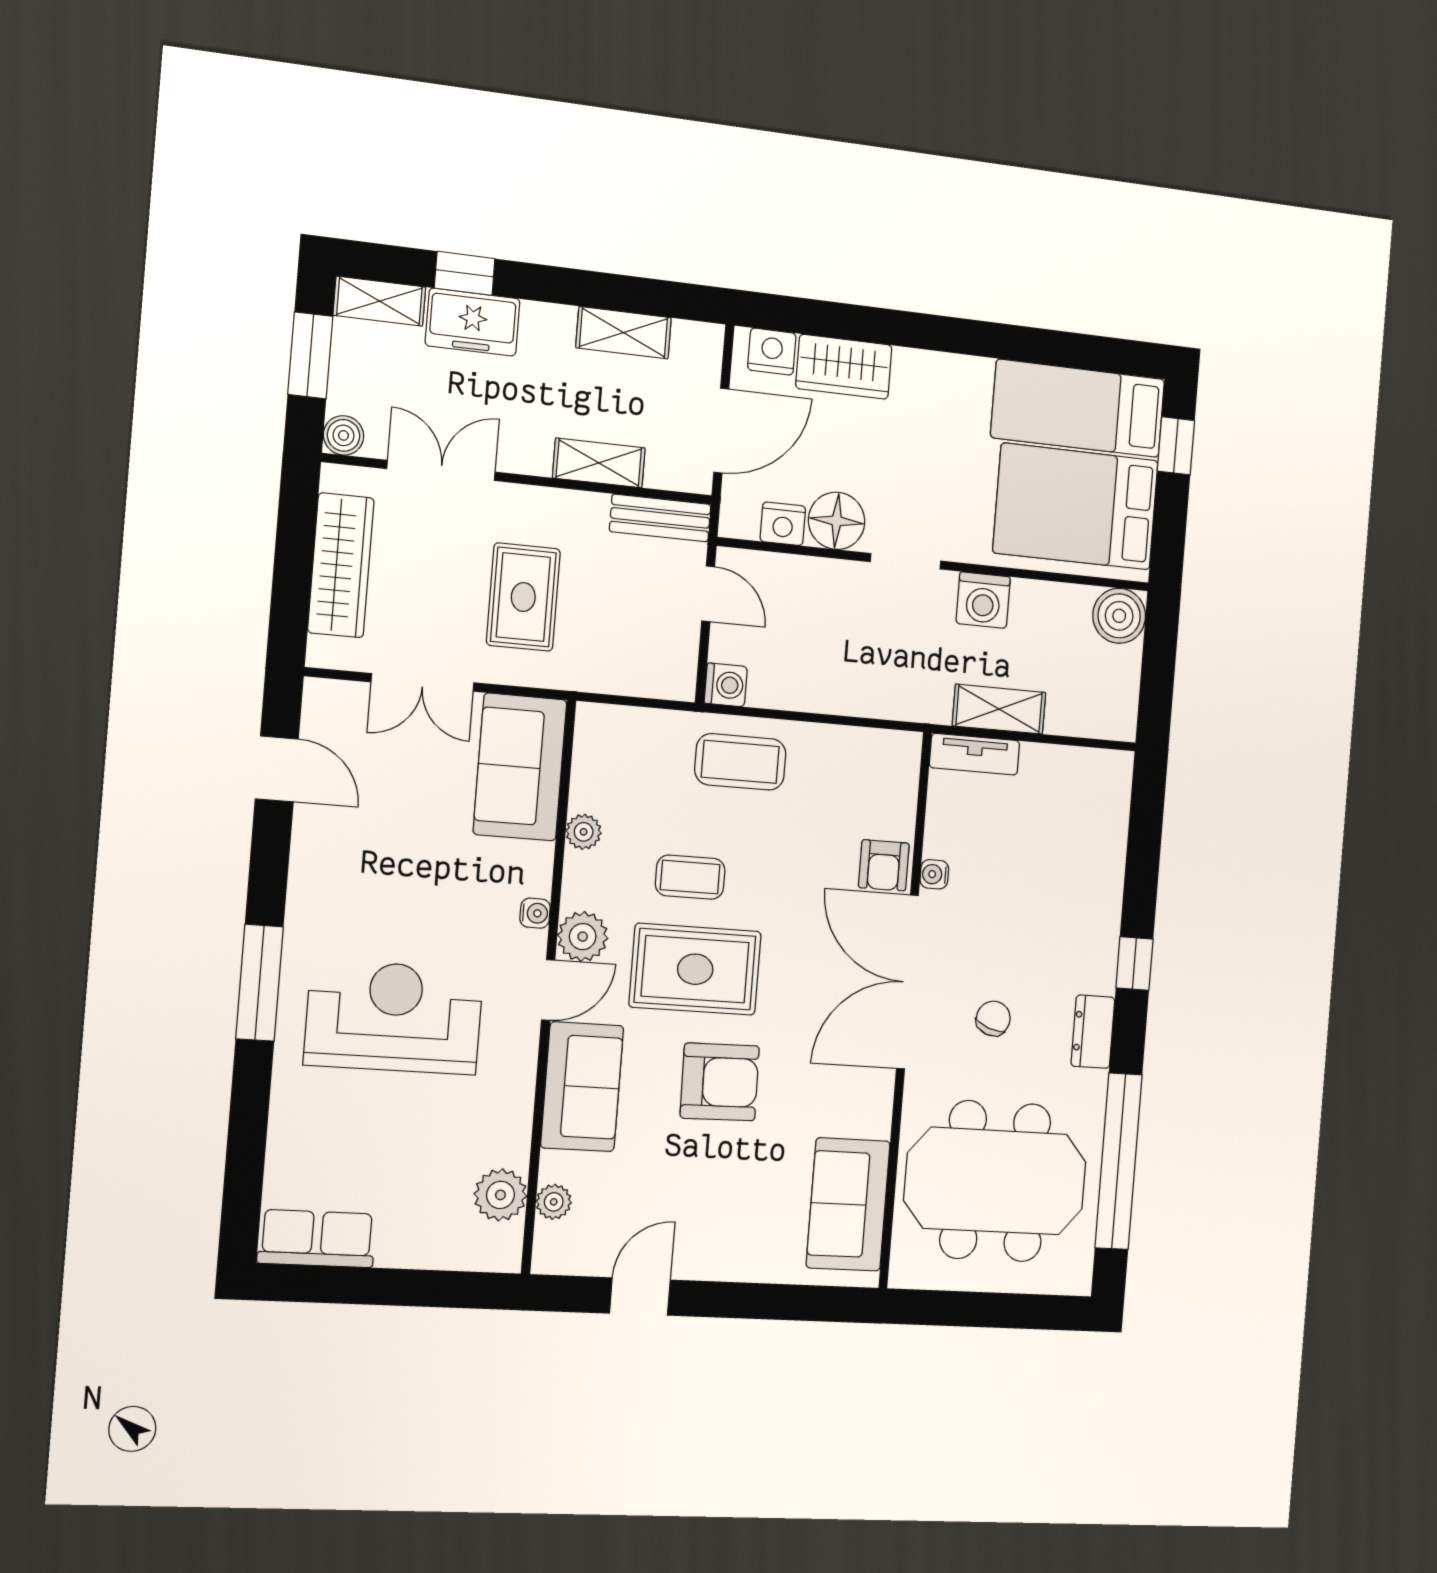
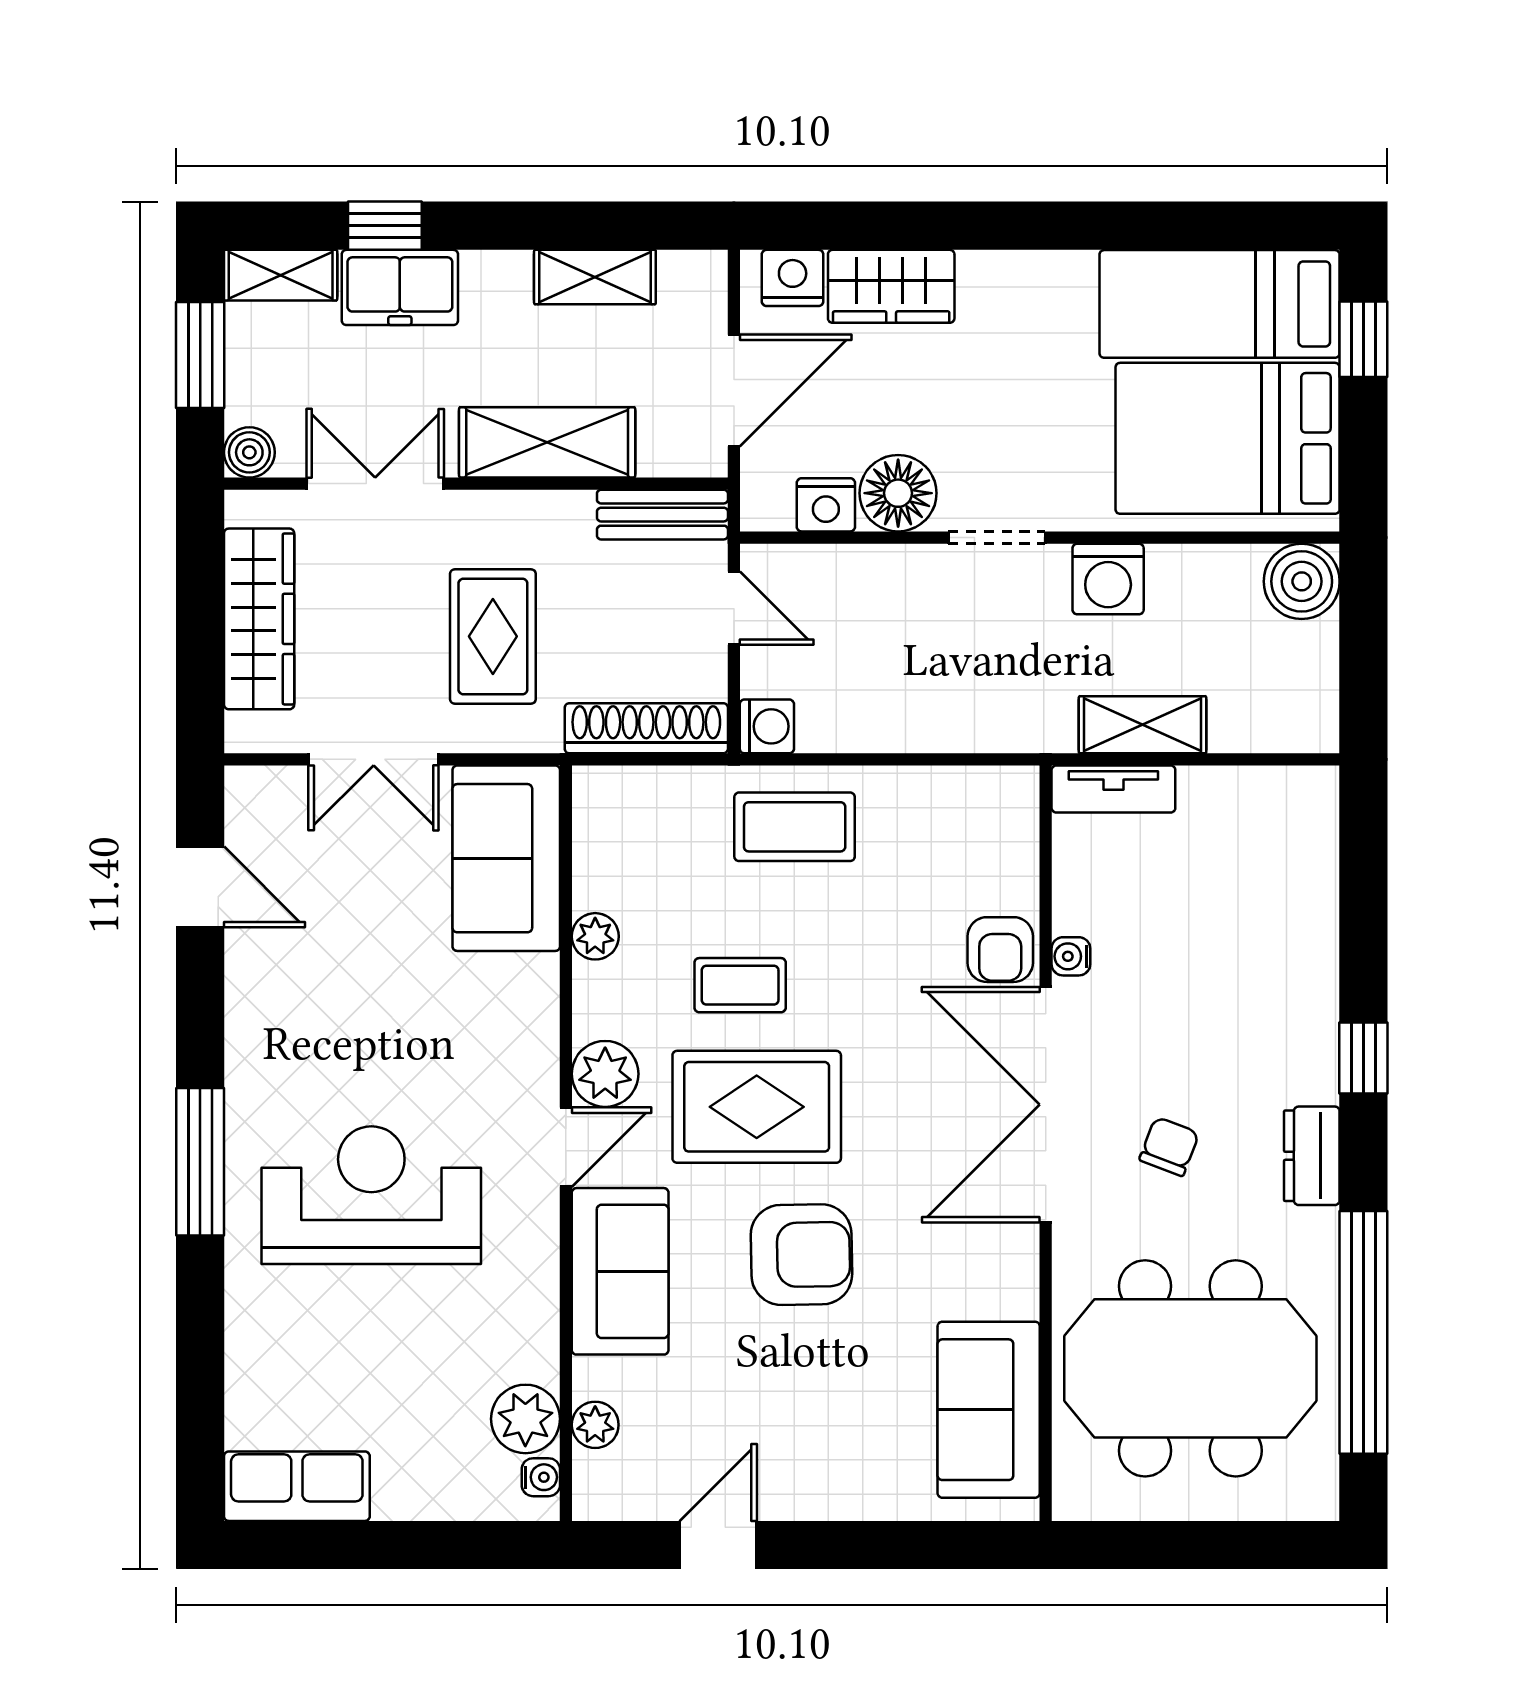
shelving: (599, 463) -> (547, 442), width x1.50, depth x1.33
shoe rack: (635, 678) -> (646, 728), added
water cooler: (535, 913) -> (541, 1477), moved

